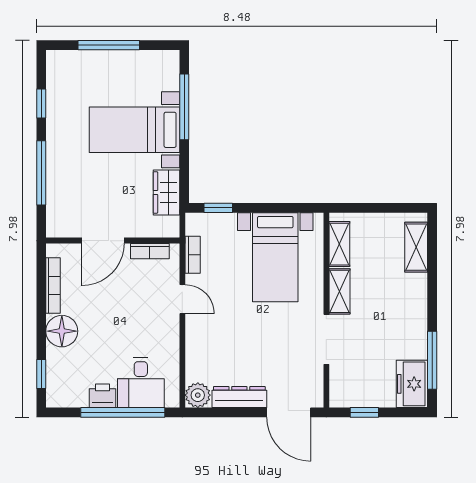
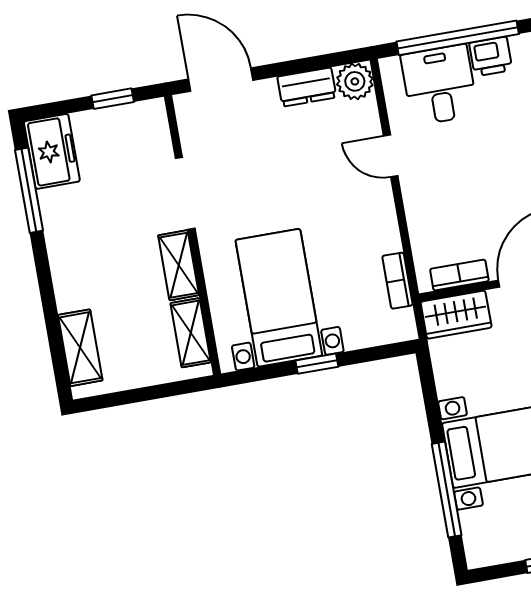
wardrobe: (166, 192) -> (456, 315), moved, turned 90
window: (218, 208) -> (317, 364), moved
door: (182, 299) -> (391, 156), moved
dresser: (239, 397) -> (307, 87), width x0.70

